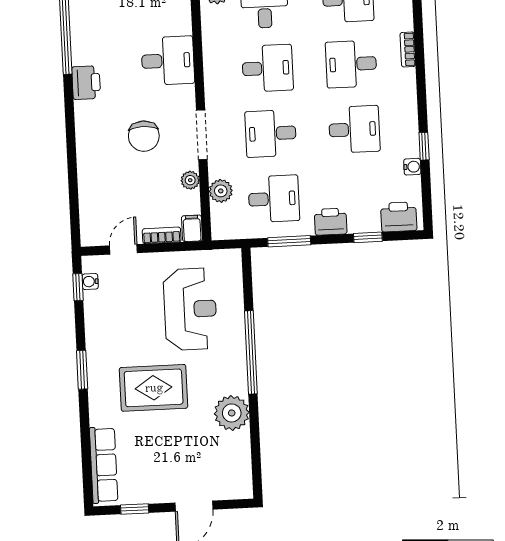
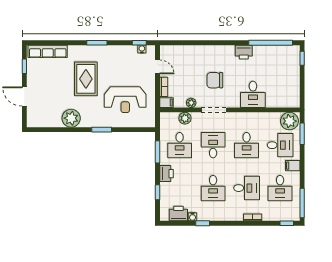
desk: (351, 64) -> (247, 188), turned 90
printer: (399, 217) -> (178, 214), moved, turned -90
window: (251, 352) -> (102, 130), width x0.47

